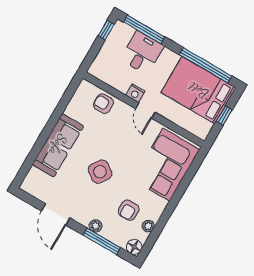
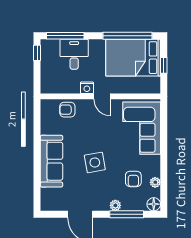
side table: (100, 172) -> (95, 162), turned 45

